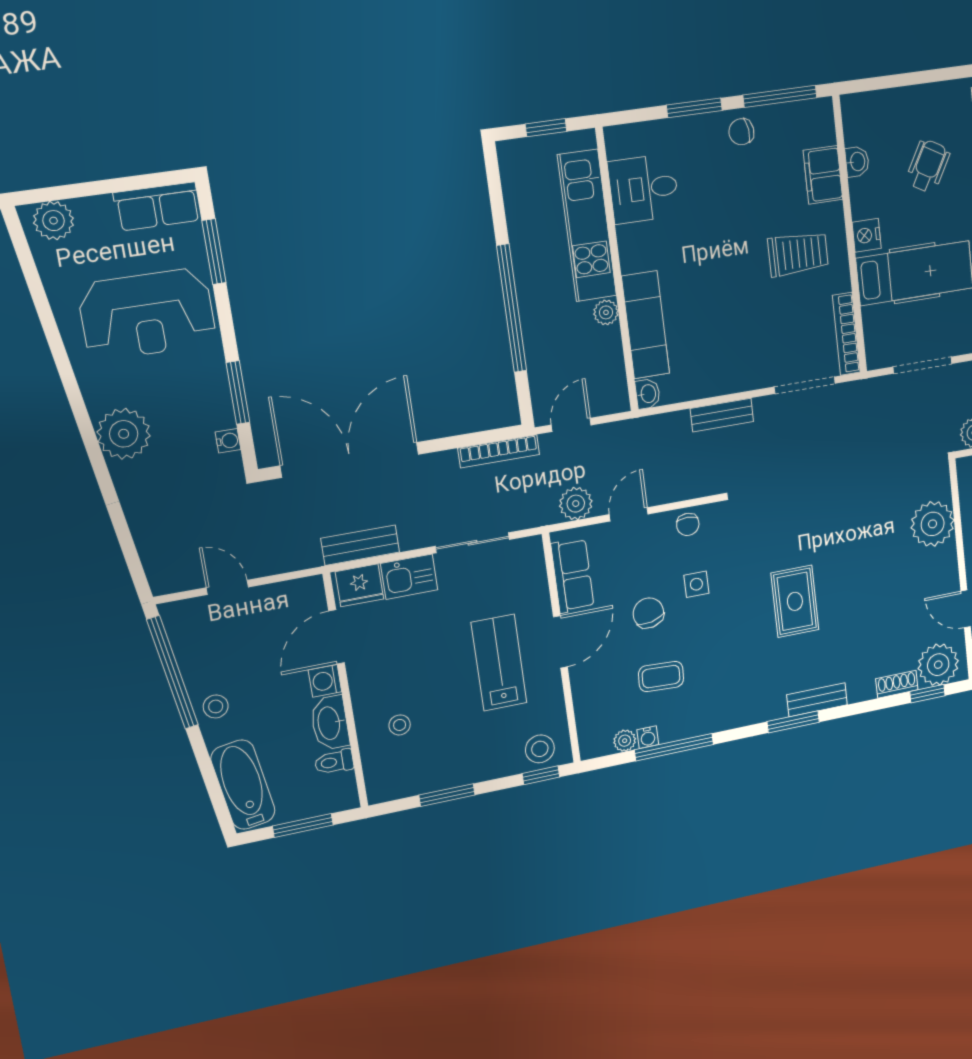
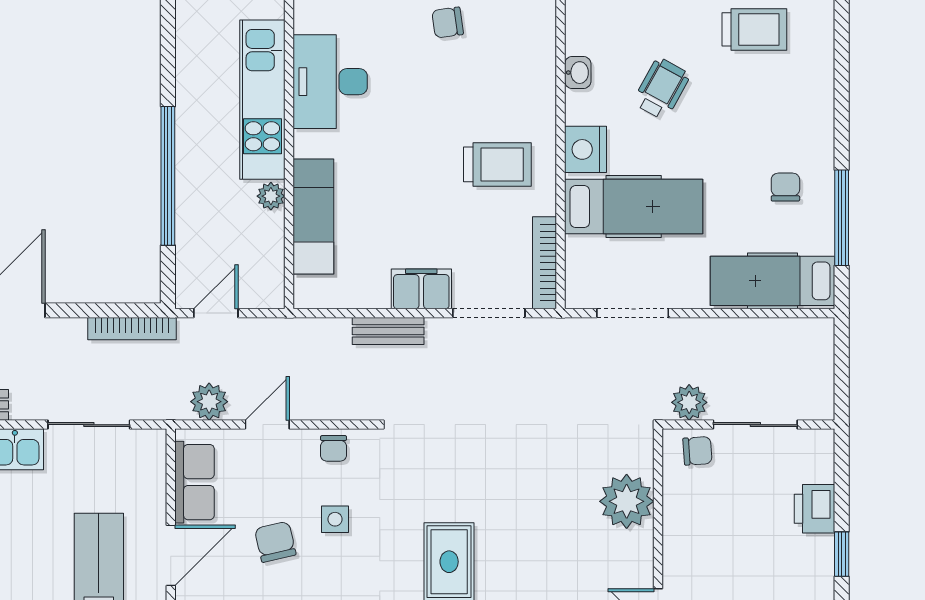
filing cabinet: (823, 175) -> (421, 289), moved, turned 90
desk: (644, 189) -> (330, 82), width x1.37
nightstand: (867, 235) -> (585, 149), width x1.36, depth x1.33
washbasin: (648, 394) -> (306, 293), removed

